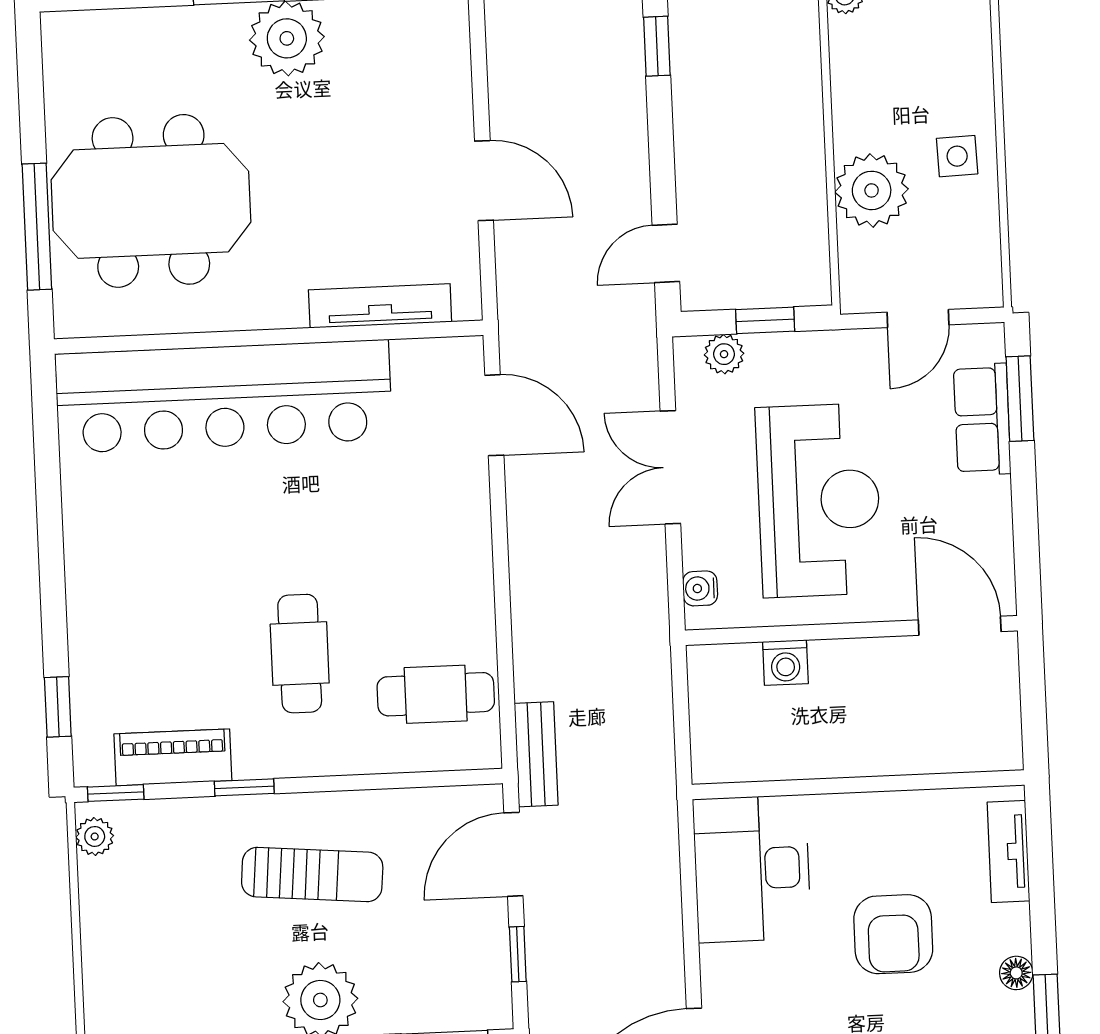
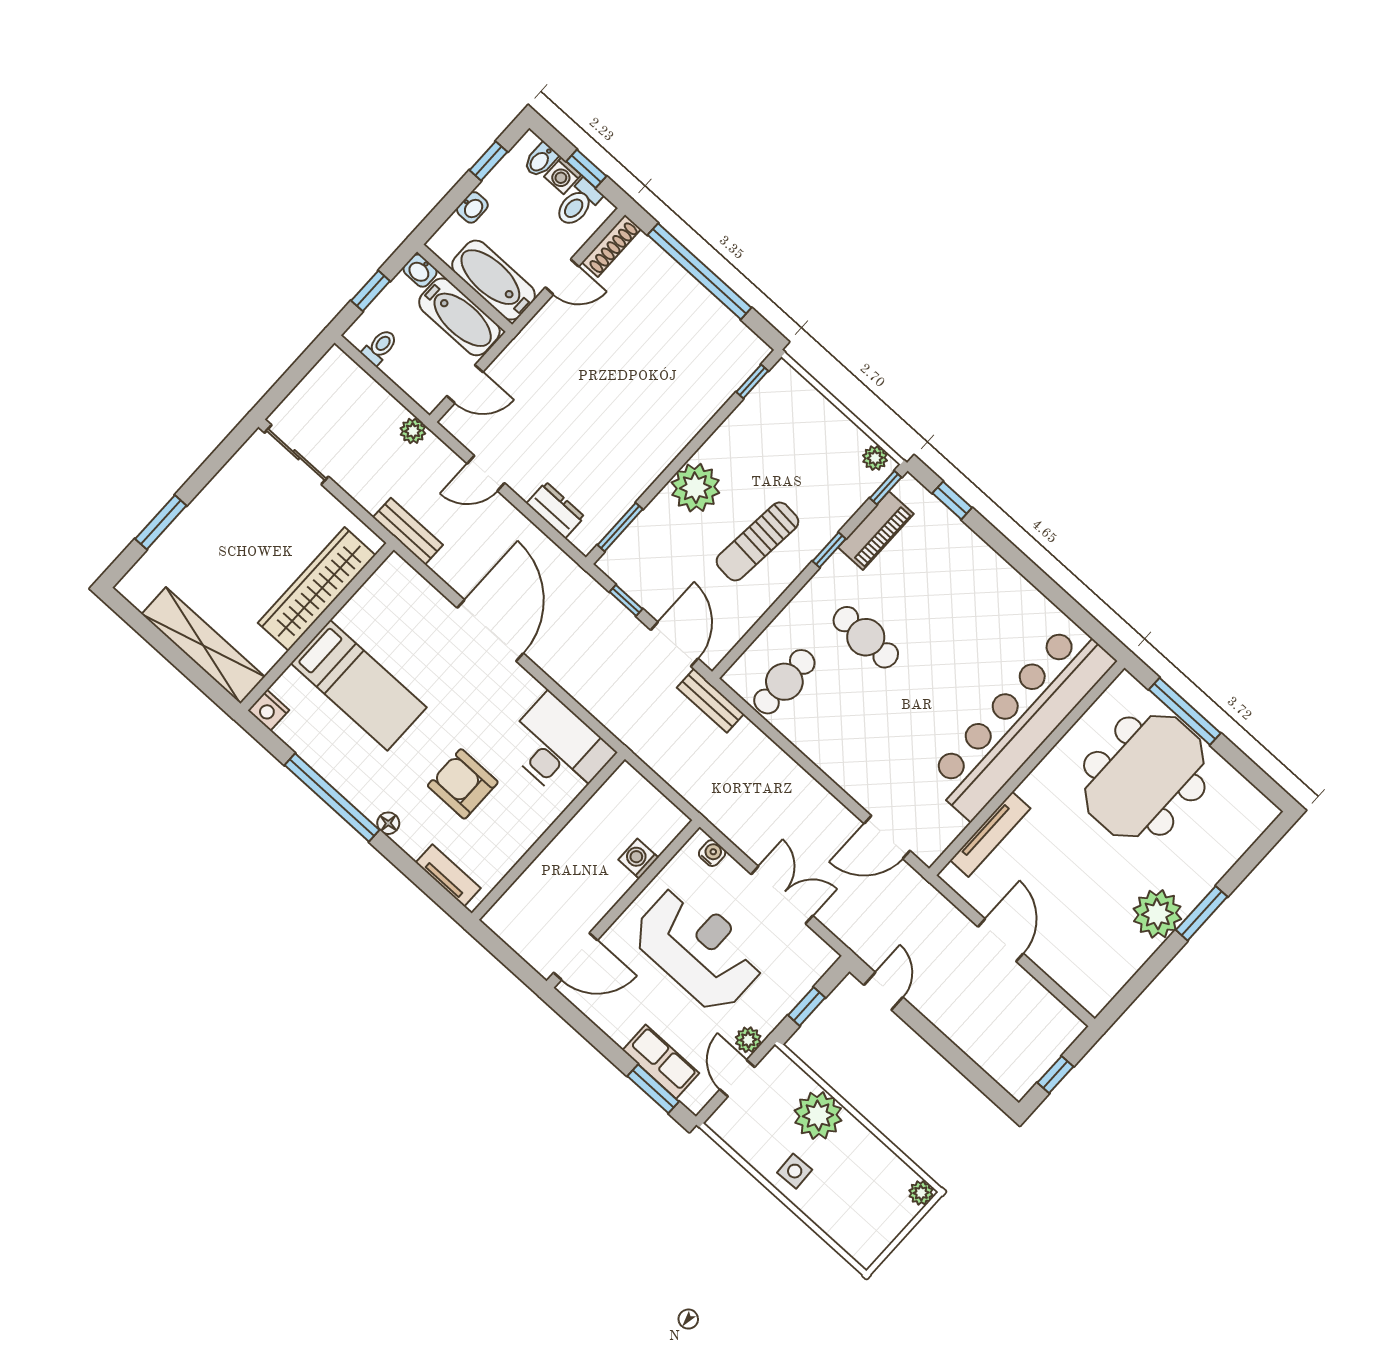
window: (657, 46) -> (984, 1082), removed
door: (484, 181) -> (1001, 940), swing flipped
plant: (724, 354) -> (748, 1040), moved
reception desk: (819, 500) -> (698, 949), turned 180

